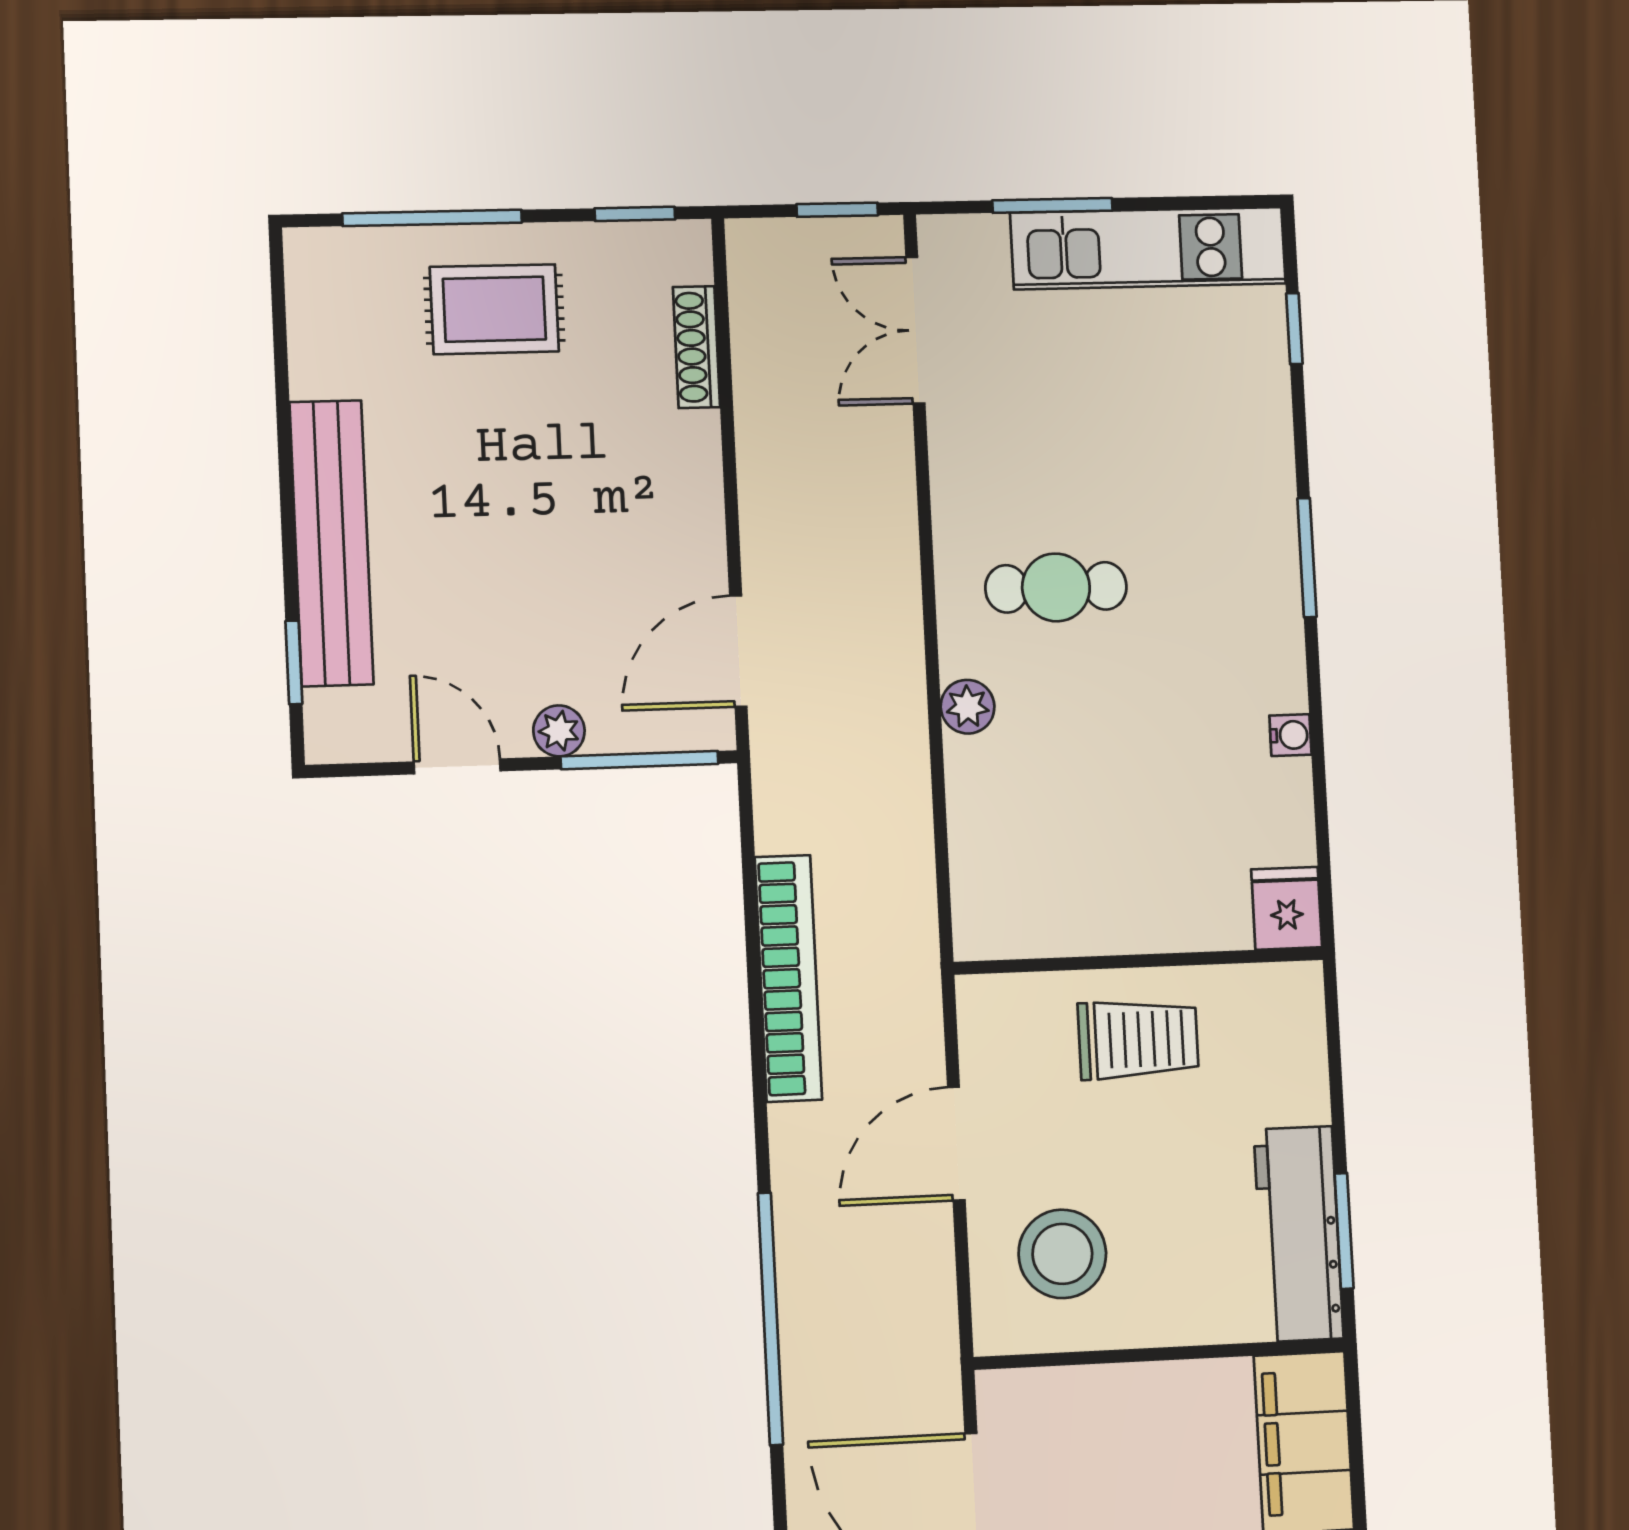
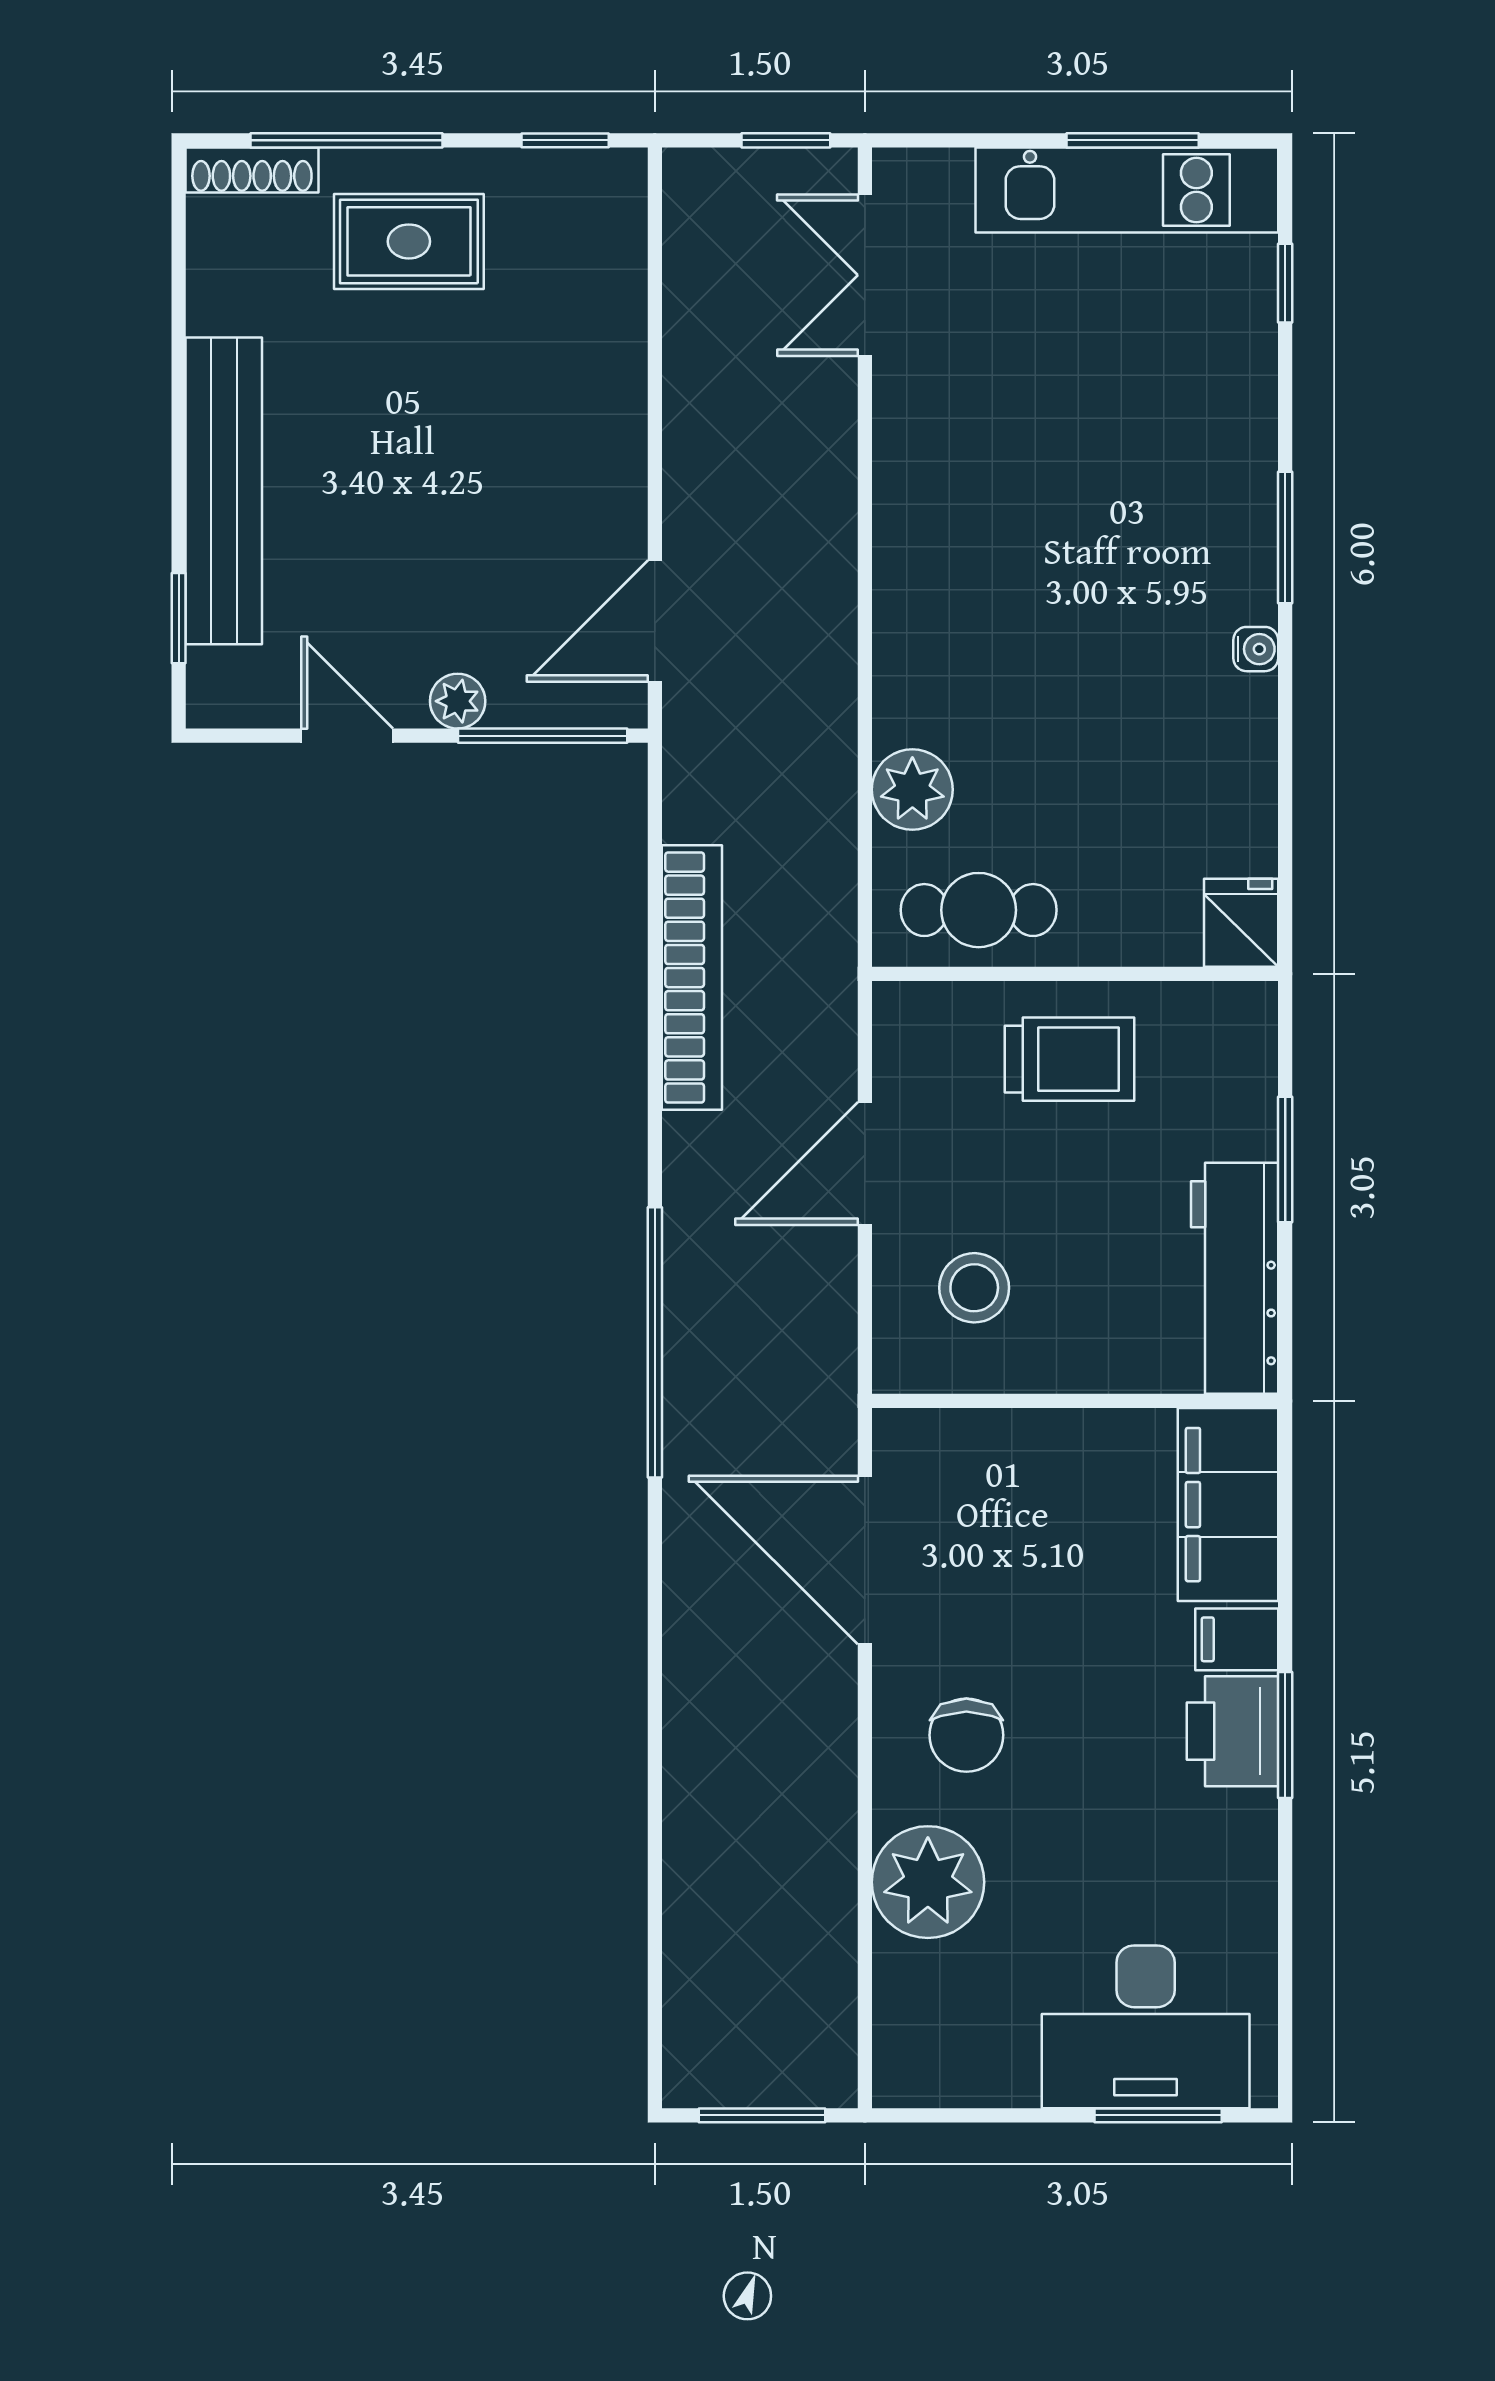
window: (1052, 205) -> (1133, 140), moved
shoe rack: (696, 347) -> (252, 170), moved, turned -90
cafe table: (1056, 587) -> (979, 910), moved
plant: (968, 707) -> (912, 790), moved, width x1.38, depth x1.38
water cooler: (1290, 735) -> (1256, 649), moved
window: (1344, 1231) -> (1285, 1160), moved
stool: (1062, 1254) -> (974, 1288), width x0.73, depth x0.73

